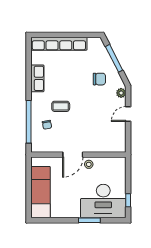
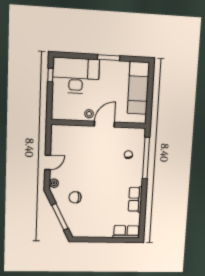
row of seats: (59, 44) -> (126, 232), width x0.50
coffee table: (61, 106) -> (114, 172), removed
window: (89, 220) -> (109, 58), moved

